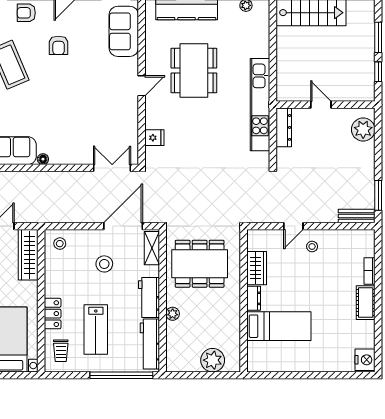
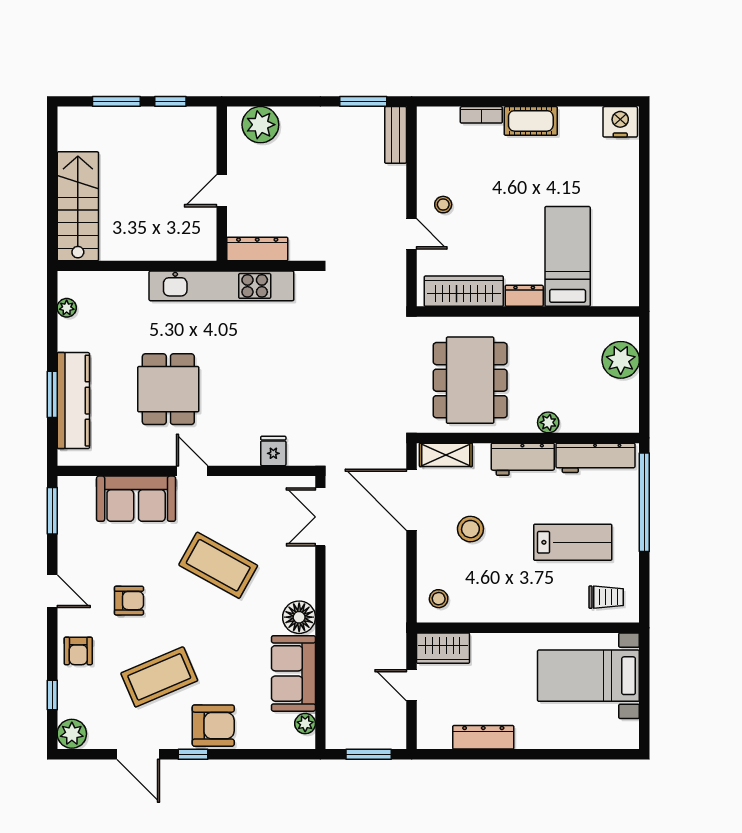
sofa: (124, 31) -> (136, 499), moved
dining table: (194, 70) -> (168, 389), width x0.73
coffee table: (81, 102) -> (218, 565), added
floor lamp: (43, 159) -> (299, 617), width x1.89, depth x1.89
wardrobe: (28, 255) -> (443, 648), width x0.67
wardrobe: (257, 268) -> (464, 291), width x1.50
locker: (53, 314) -> (548, 610), removed

